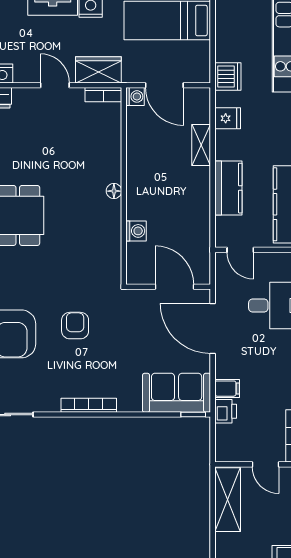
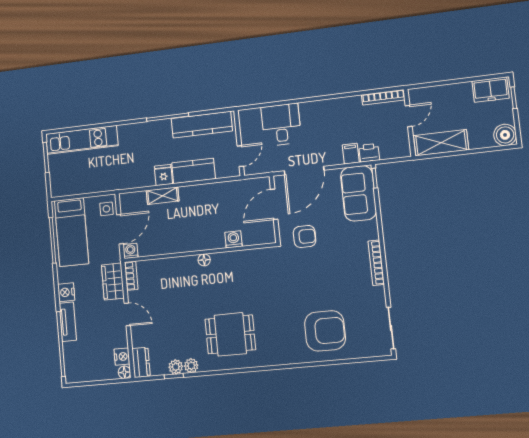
side table: (192, 70) -> (106, 209), added
dishwasher: (228, 77) -> (109, 181), removed
door: (55, 85) -> (127, 314), swing flipped
fridge: (228, 118) -> (163, 175), moved
armchair: (75, 326) -> (305, 236), moved, turned 180

